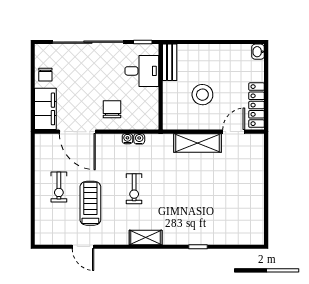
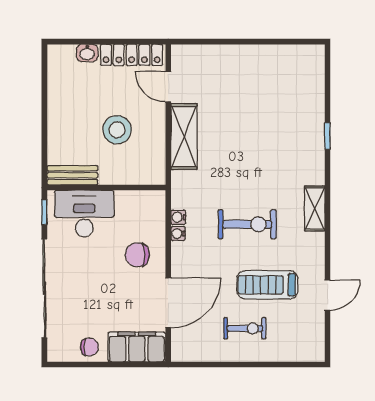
washbasin: (258, 52) -> (87, 53), moved
desk: (142, 71) -> (84, 214), width x1.37
exercise bike: (134, 189) -> (247, 224), width x1.38, depth x1.39

